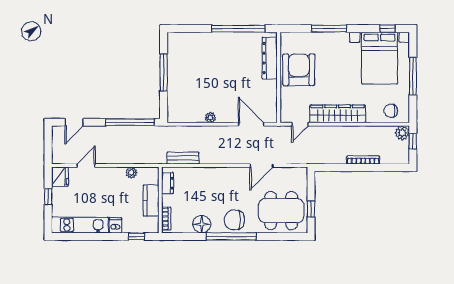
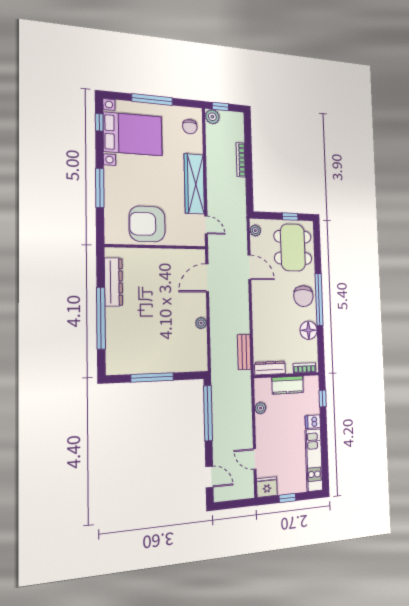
window: (238, 29) -> (101, 318), moved
dresser: (270, 58) -> (113, 282), moved, turned -90
plant: (296, 172) -> (255, 231), added
dresser: (168, 183) -> (270, 368), width x1.44

